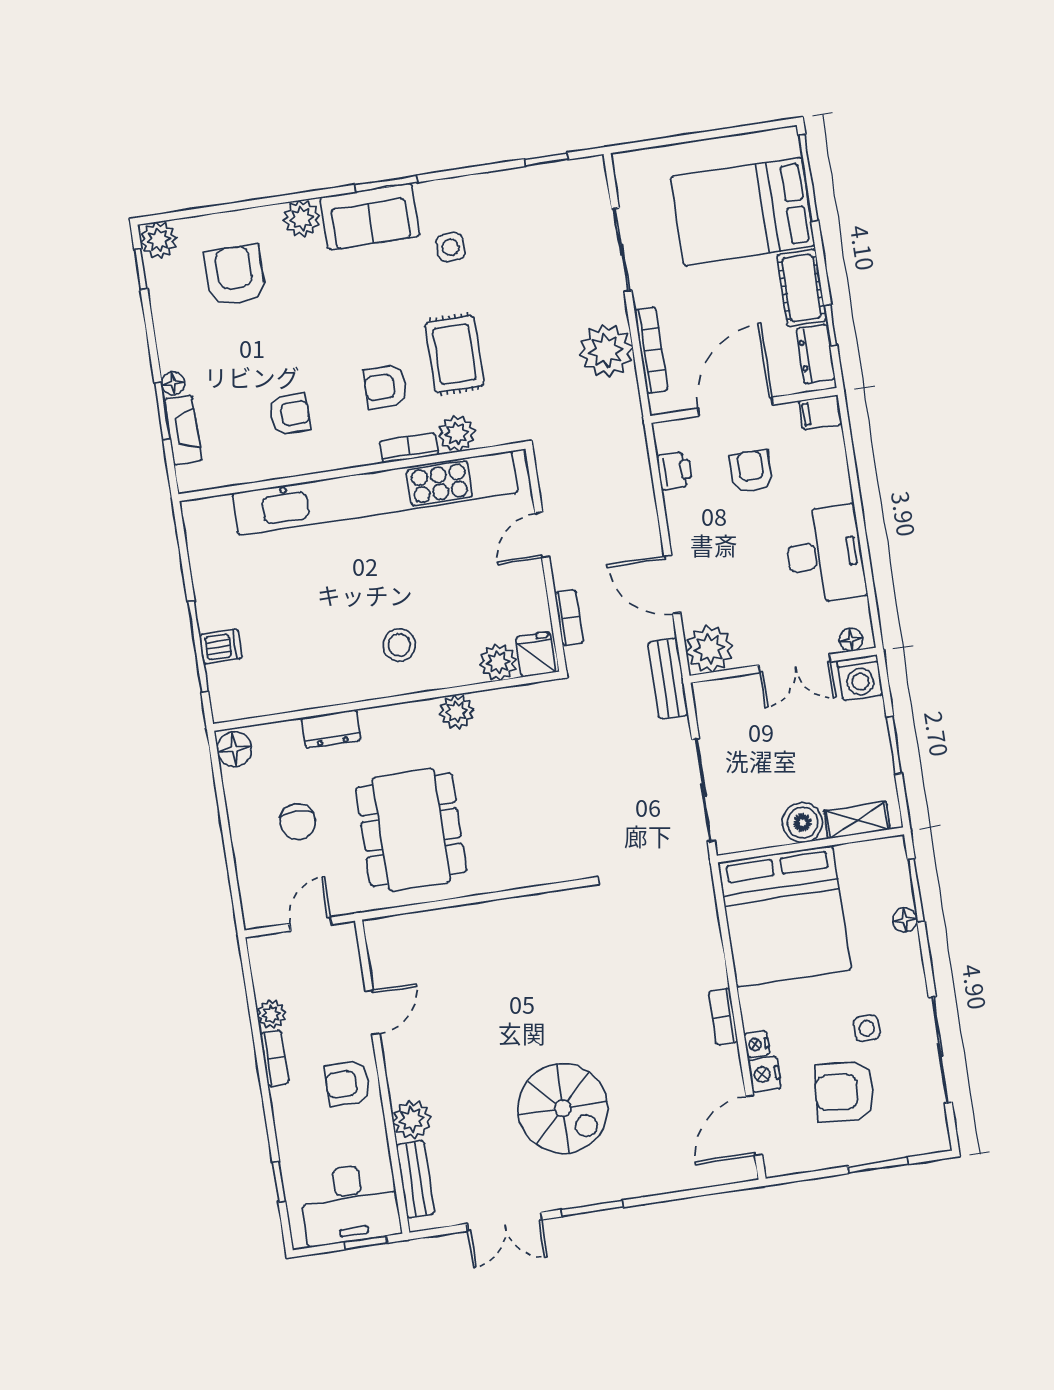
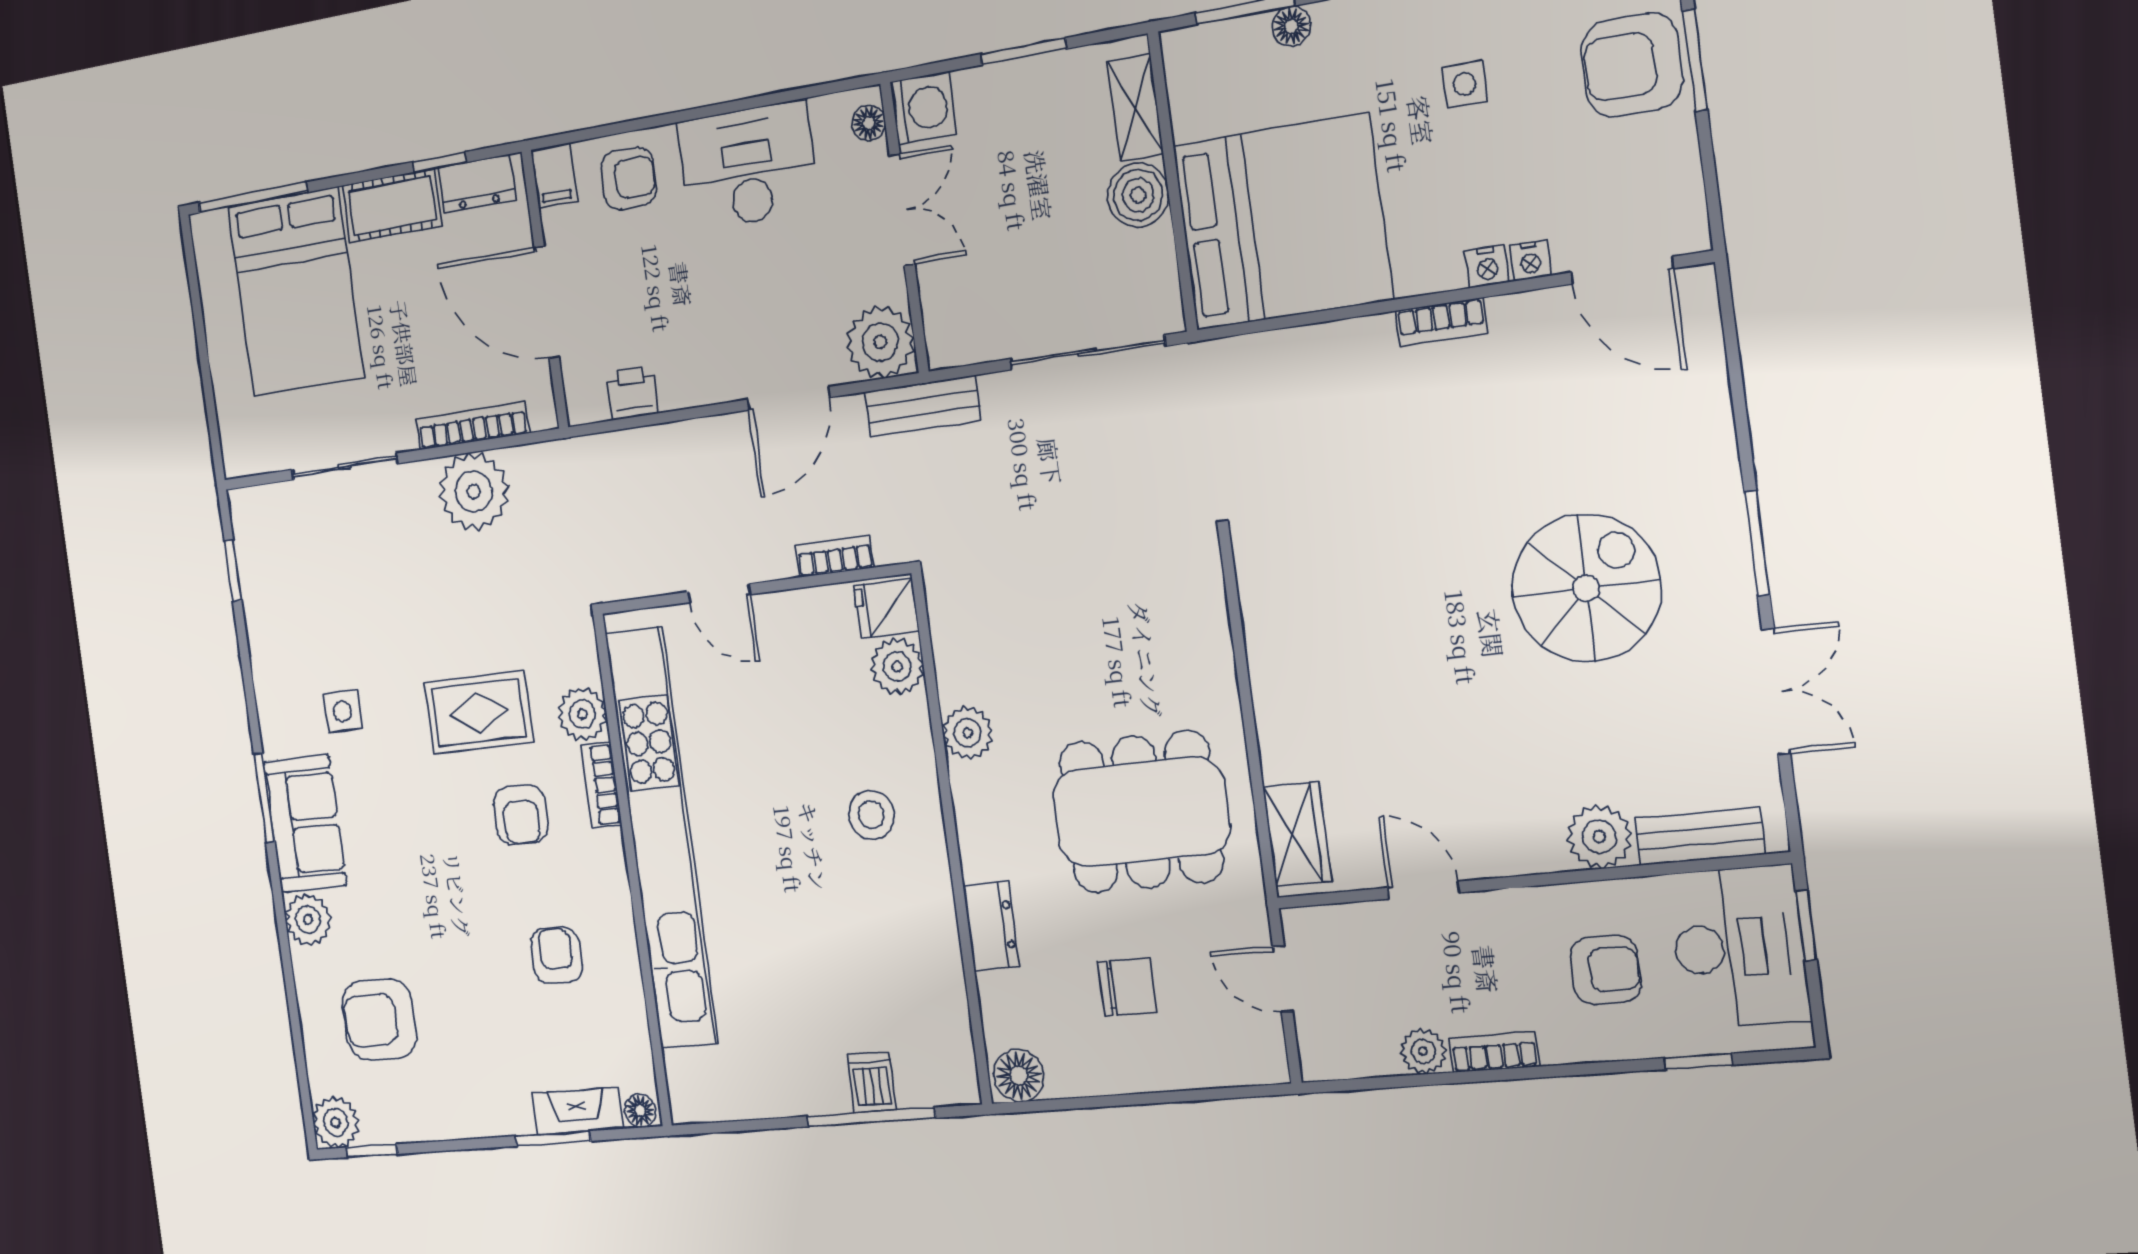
floor lamp: (173, 383) -> (640, 1111), moved
armchair: (751, 471) -> (628, 178), moved, turned 180
wardrobe: (403, 932) -> (1297, 834), added
nightstand: (765, 1074) -> (1530, 260), width x0.72, depth x0.74
armchair: (347, 1084) -> (1606, 970), moved, turned -90
armchair: (845, 1092) -> (1632, 65), moved, turned 85

